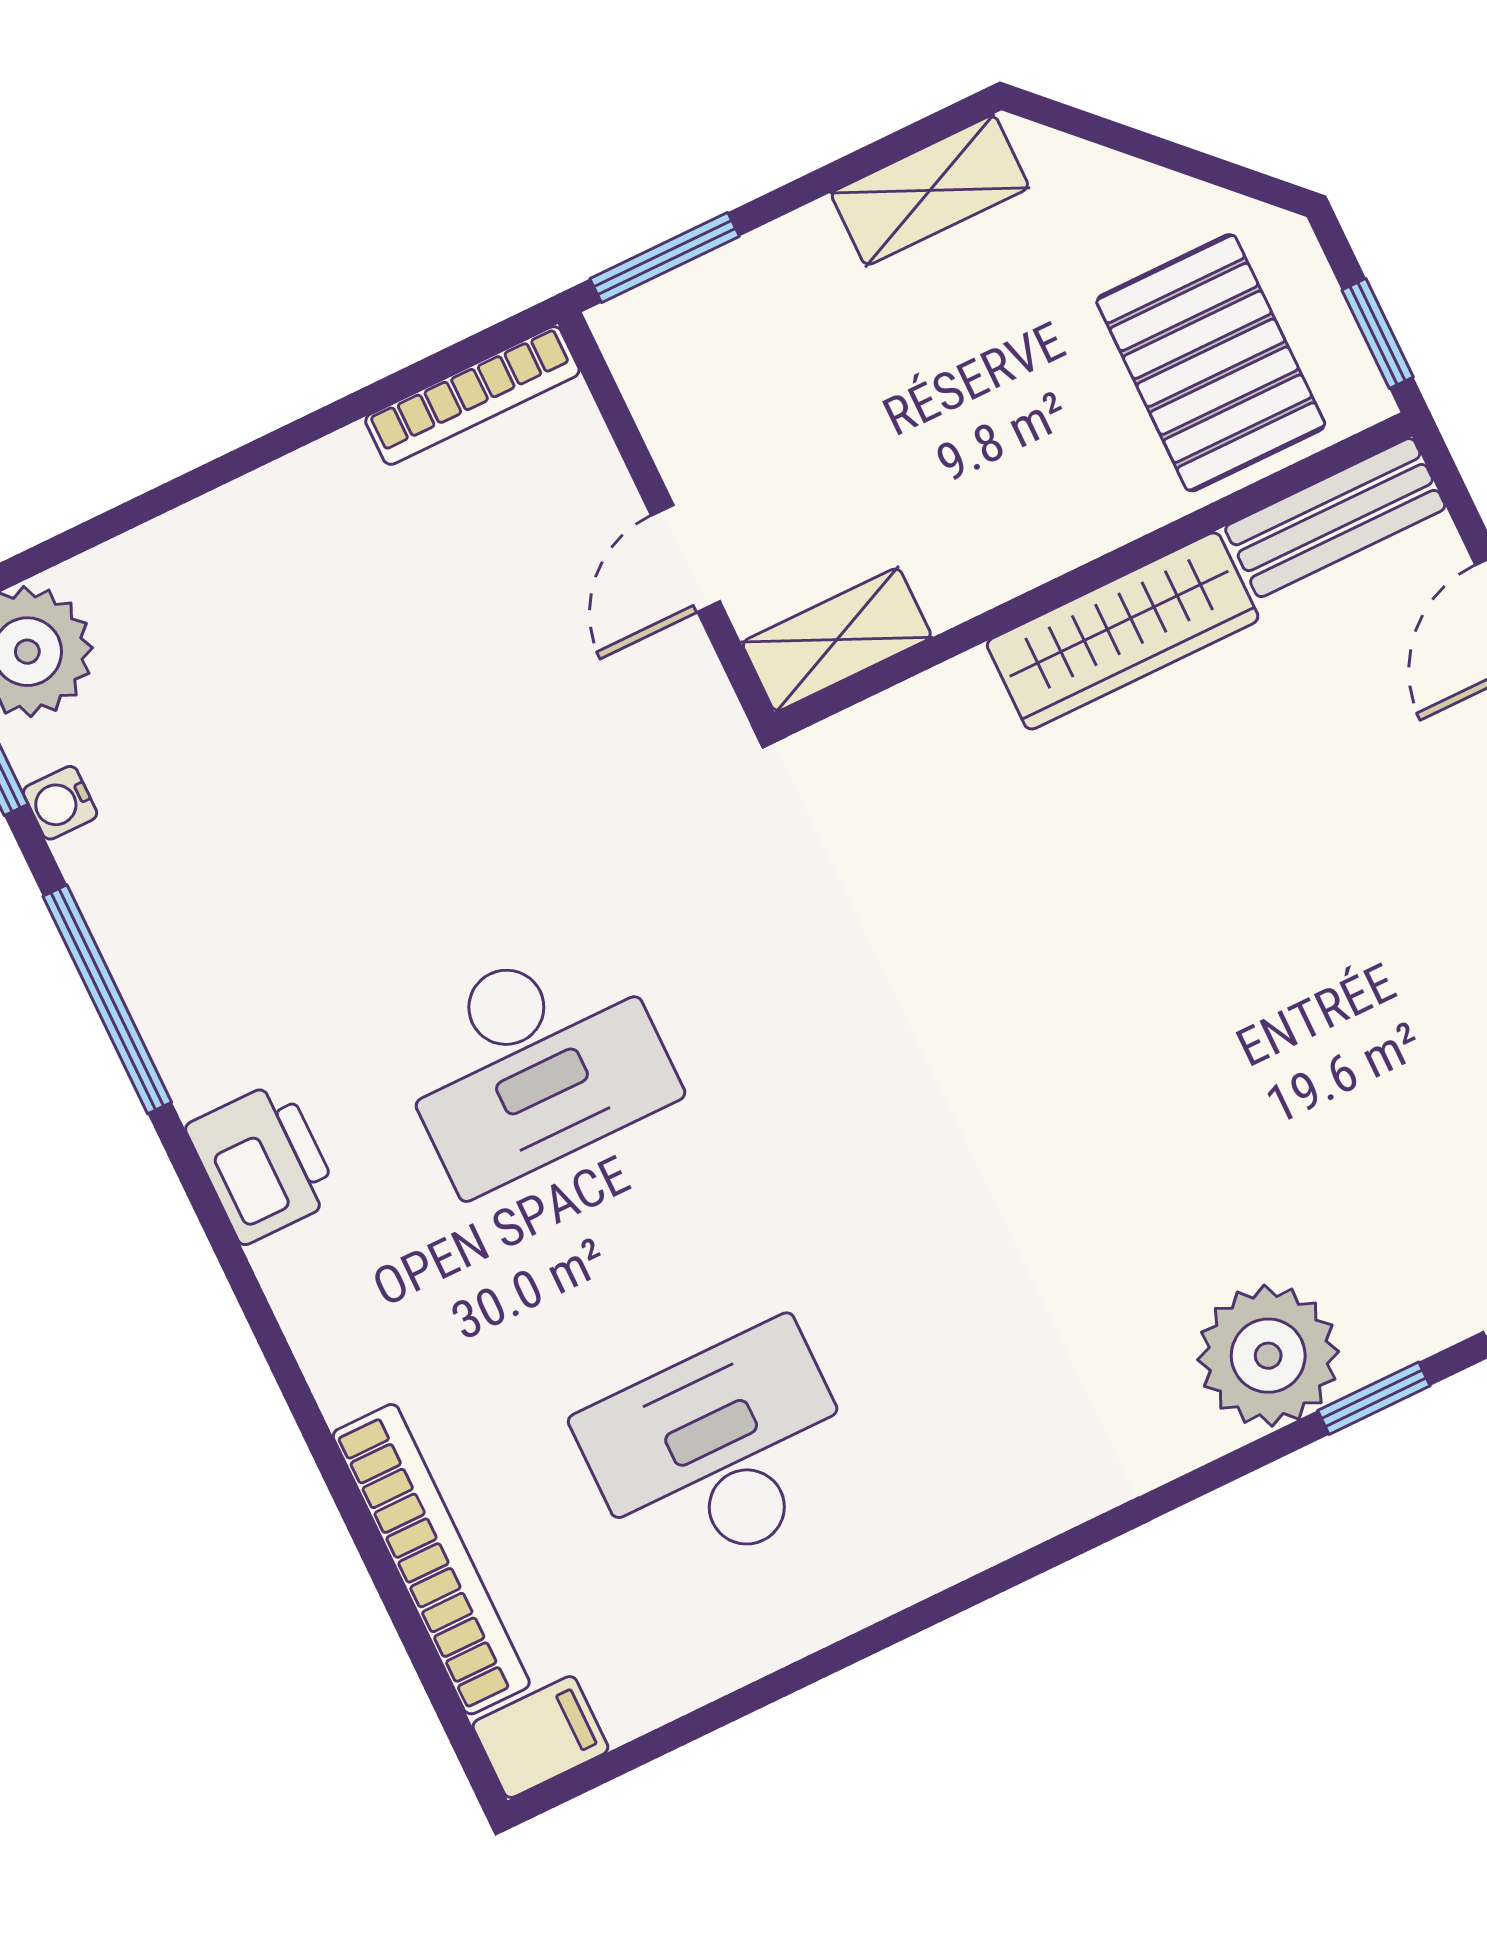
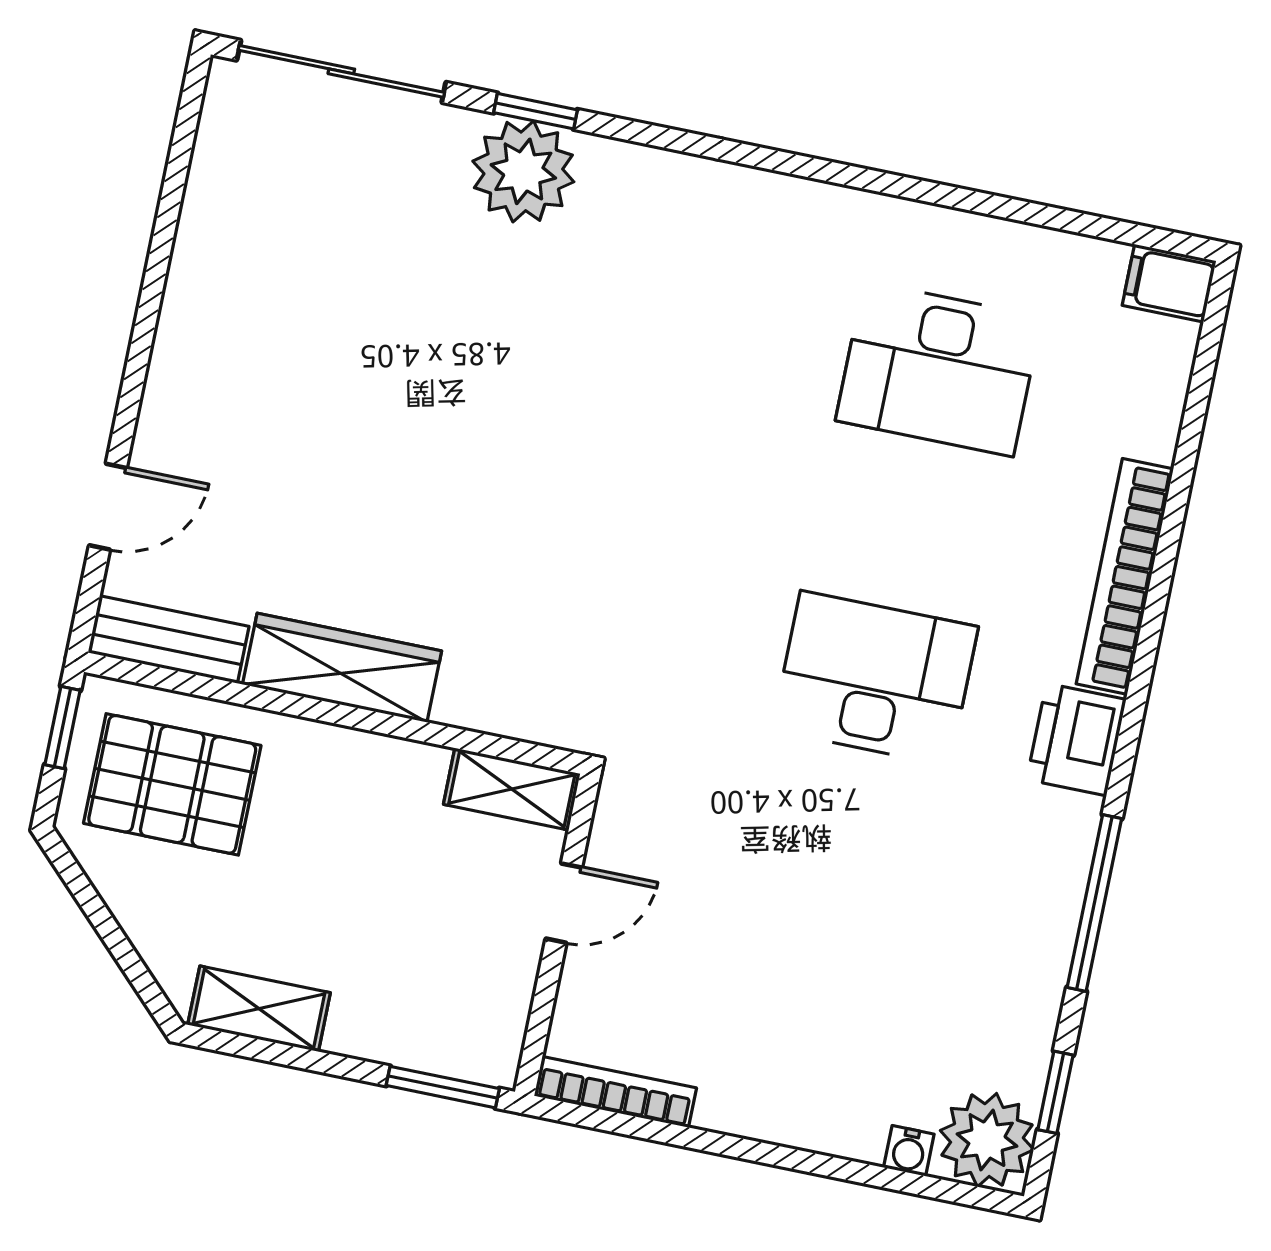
pallet: (1211, 363) -> (172, 784), turned 90
water cooler: (60, 803) -> (909, 1151), moved, turned 90
plant: (1268, 1356) -> (523, 171), moved
bookcase: (431, 1559) -> (1125, 576), moved

